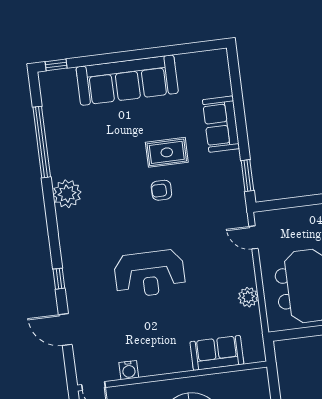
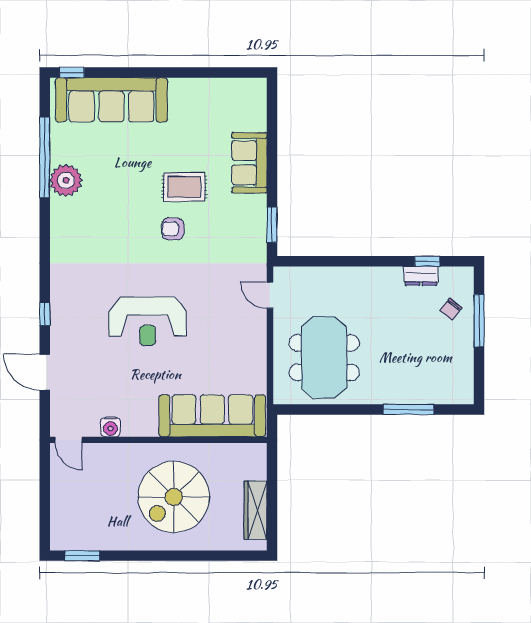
sofa: (127, 80) -> (111, 100), moved
plant: (67, 194) -> (66, 180), moved
plant: (248, 297) -> (255, 362), removed
sofa: (217, 353) -> (212, 416), width x1.85, depth x1.27

